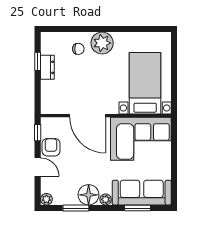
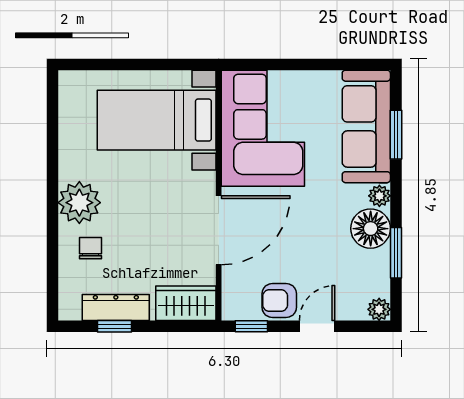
dresser: (47, 67) -> (116, 307), width x1.44
wardrobe: (50, 99) -> (186, 303), added

